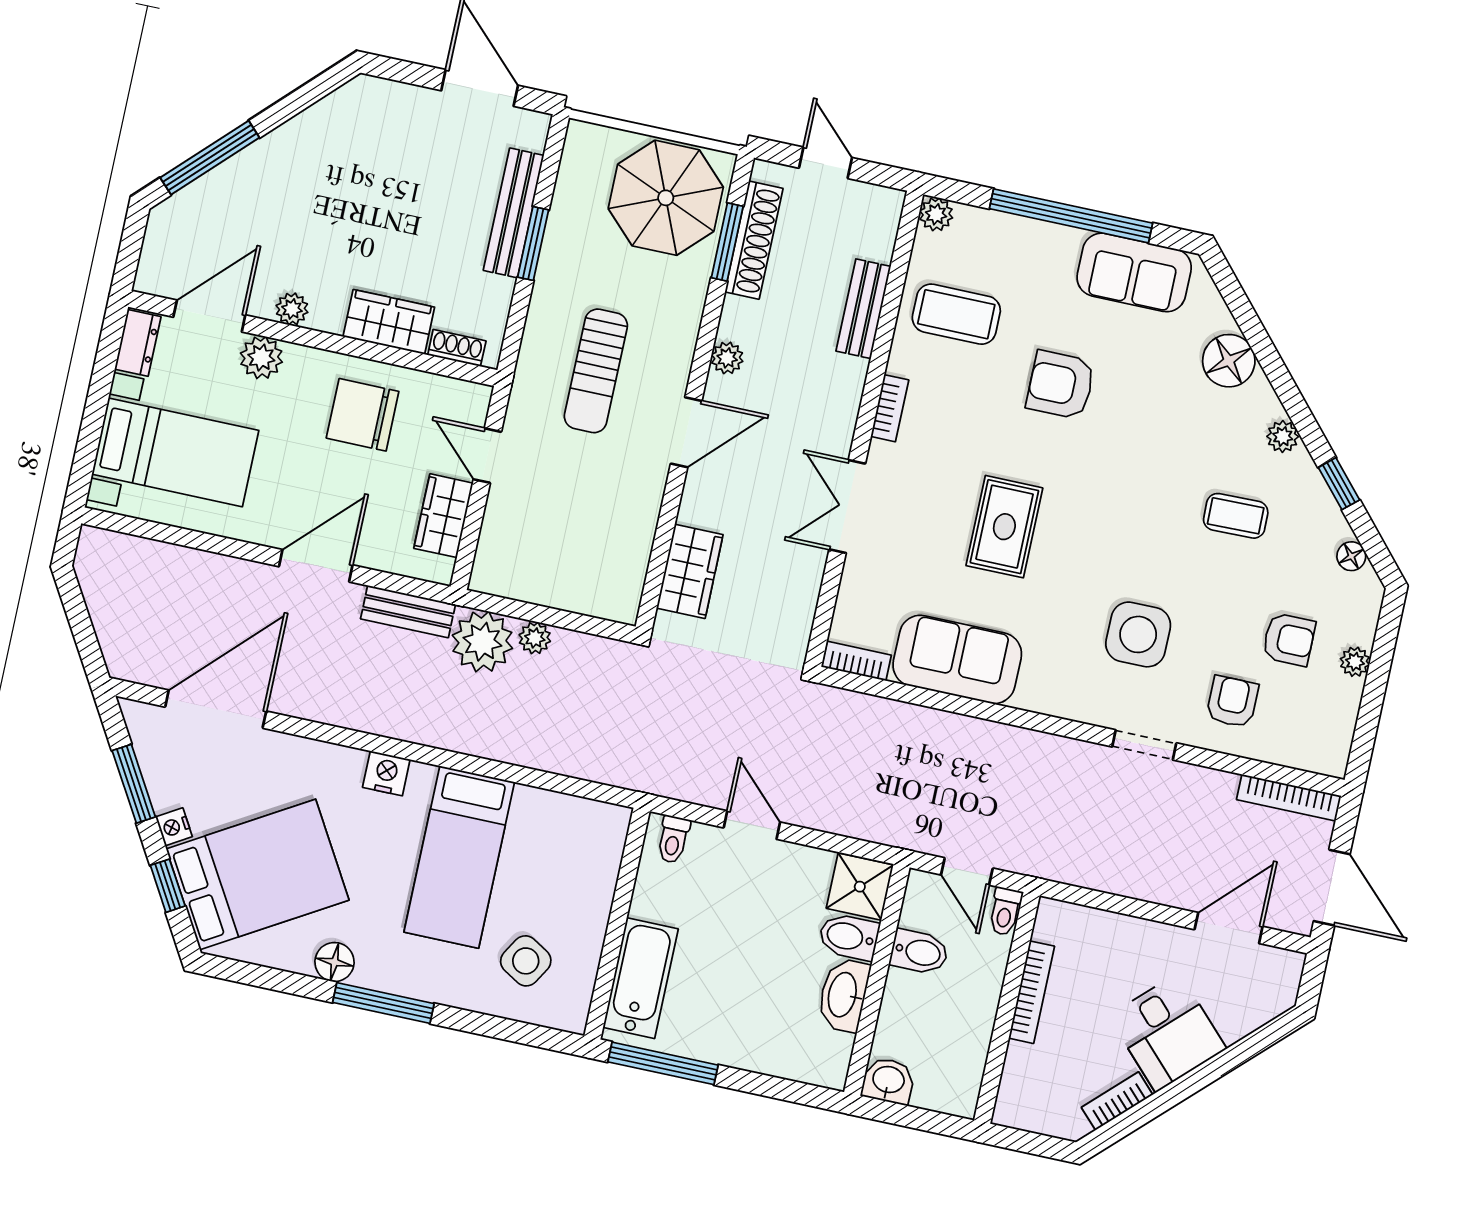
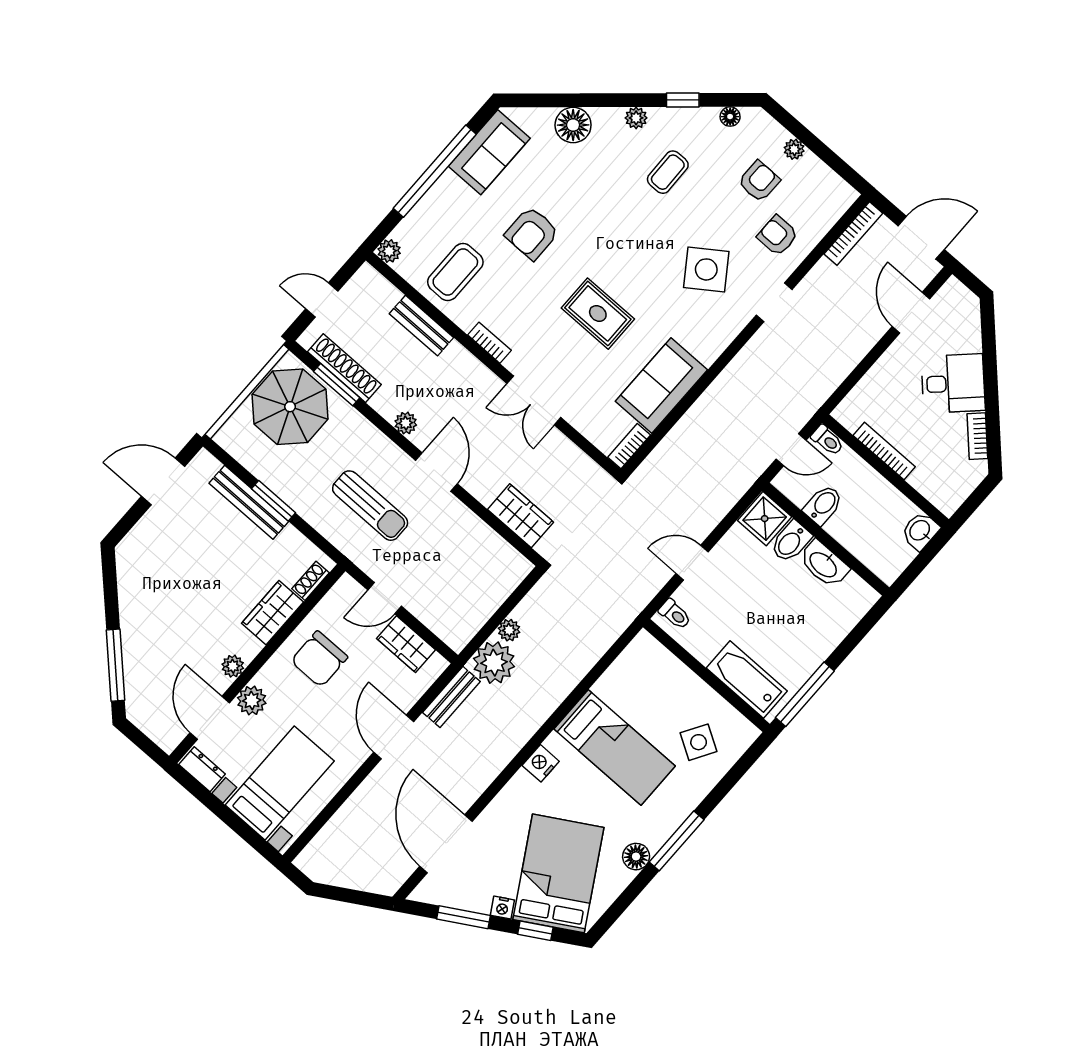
side table: (1138, 634) -> (706, 269), turned -35
washbasin: (888, 1081) -> (920, 531), moved

